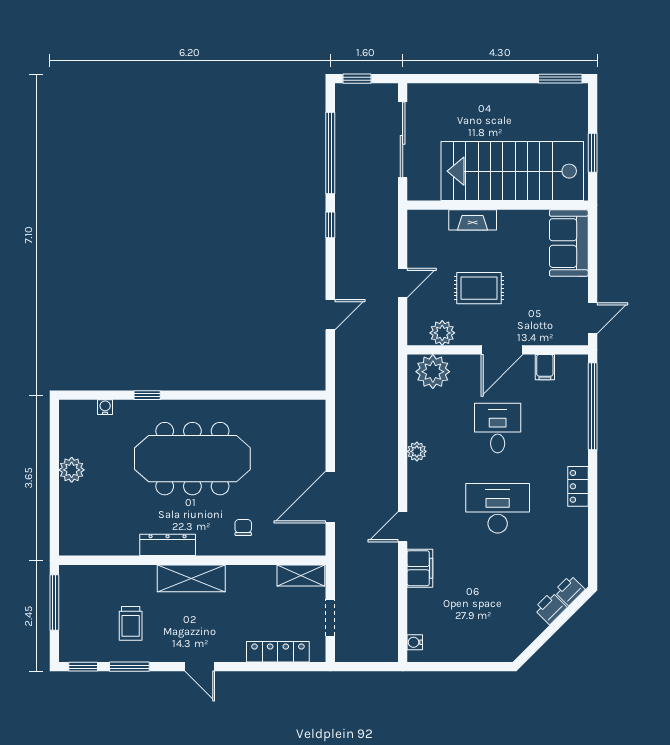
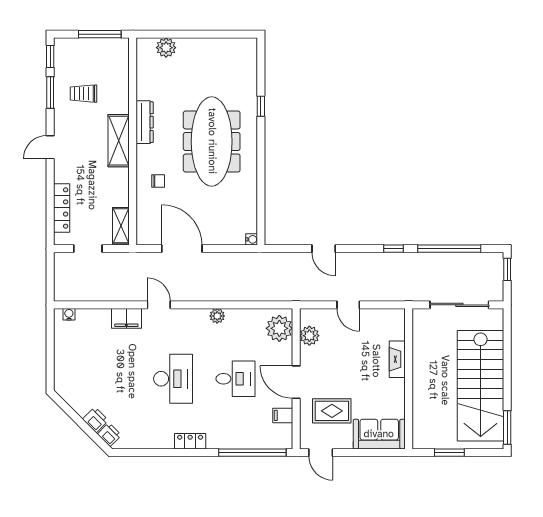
stairs: (512, 171) -> (481, 386), moved, turned 180
rug: (479, 288) -> (332, 411), moved, turned 90
water cooler: (105, 407) -> (252, 239), moved
plant: (72, 470) -> (166, 48), moved

